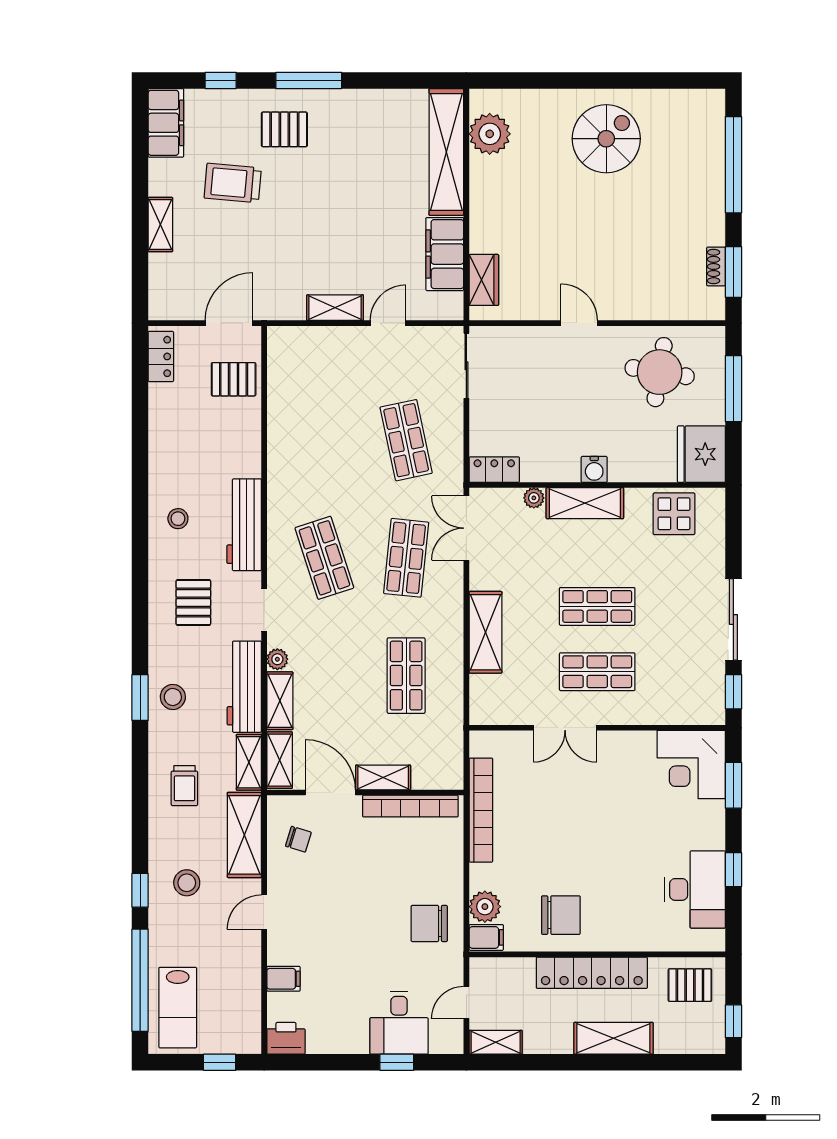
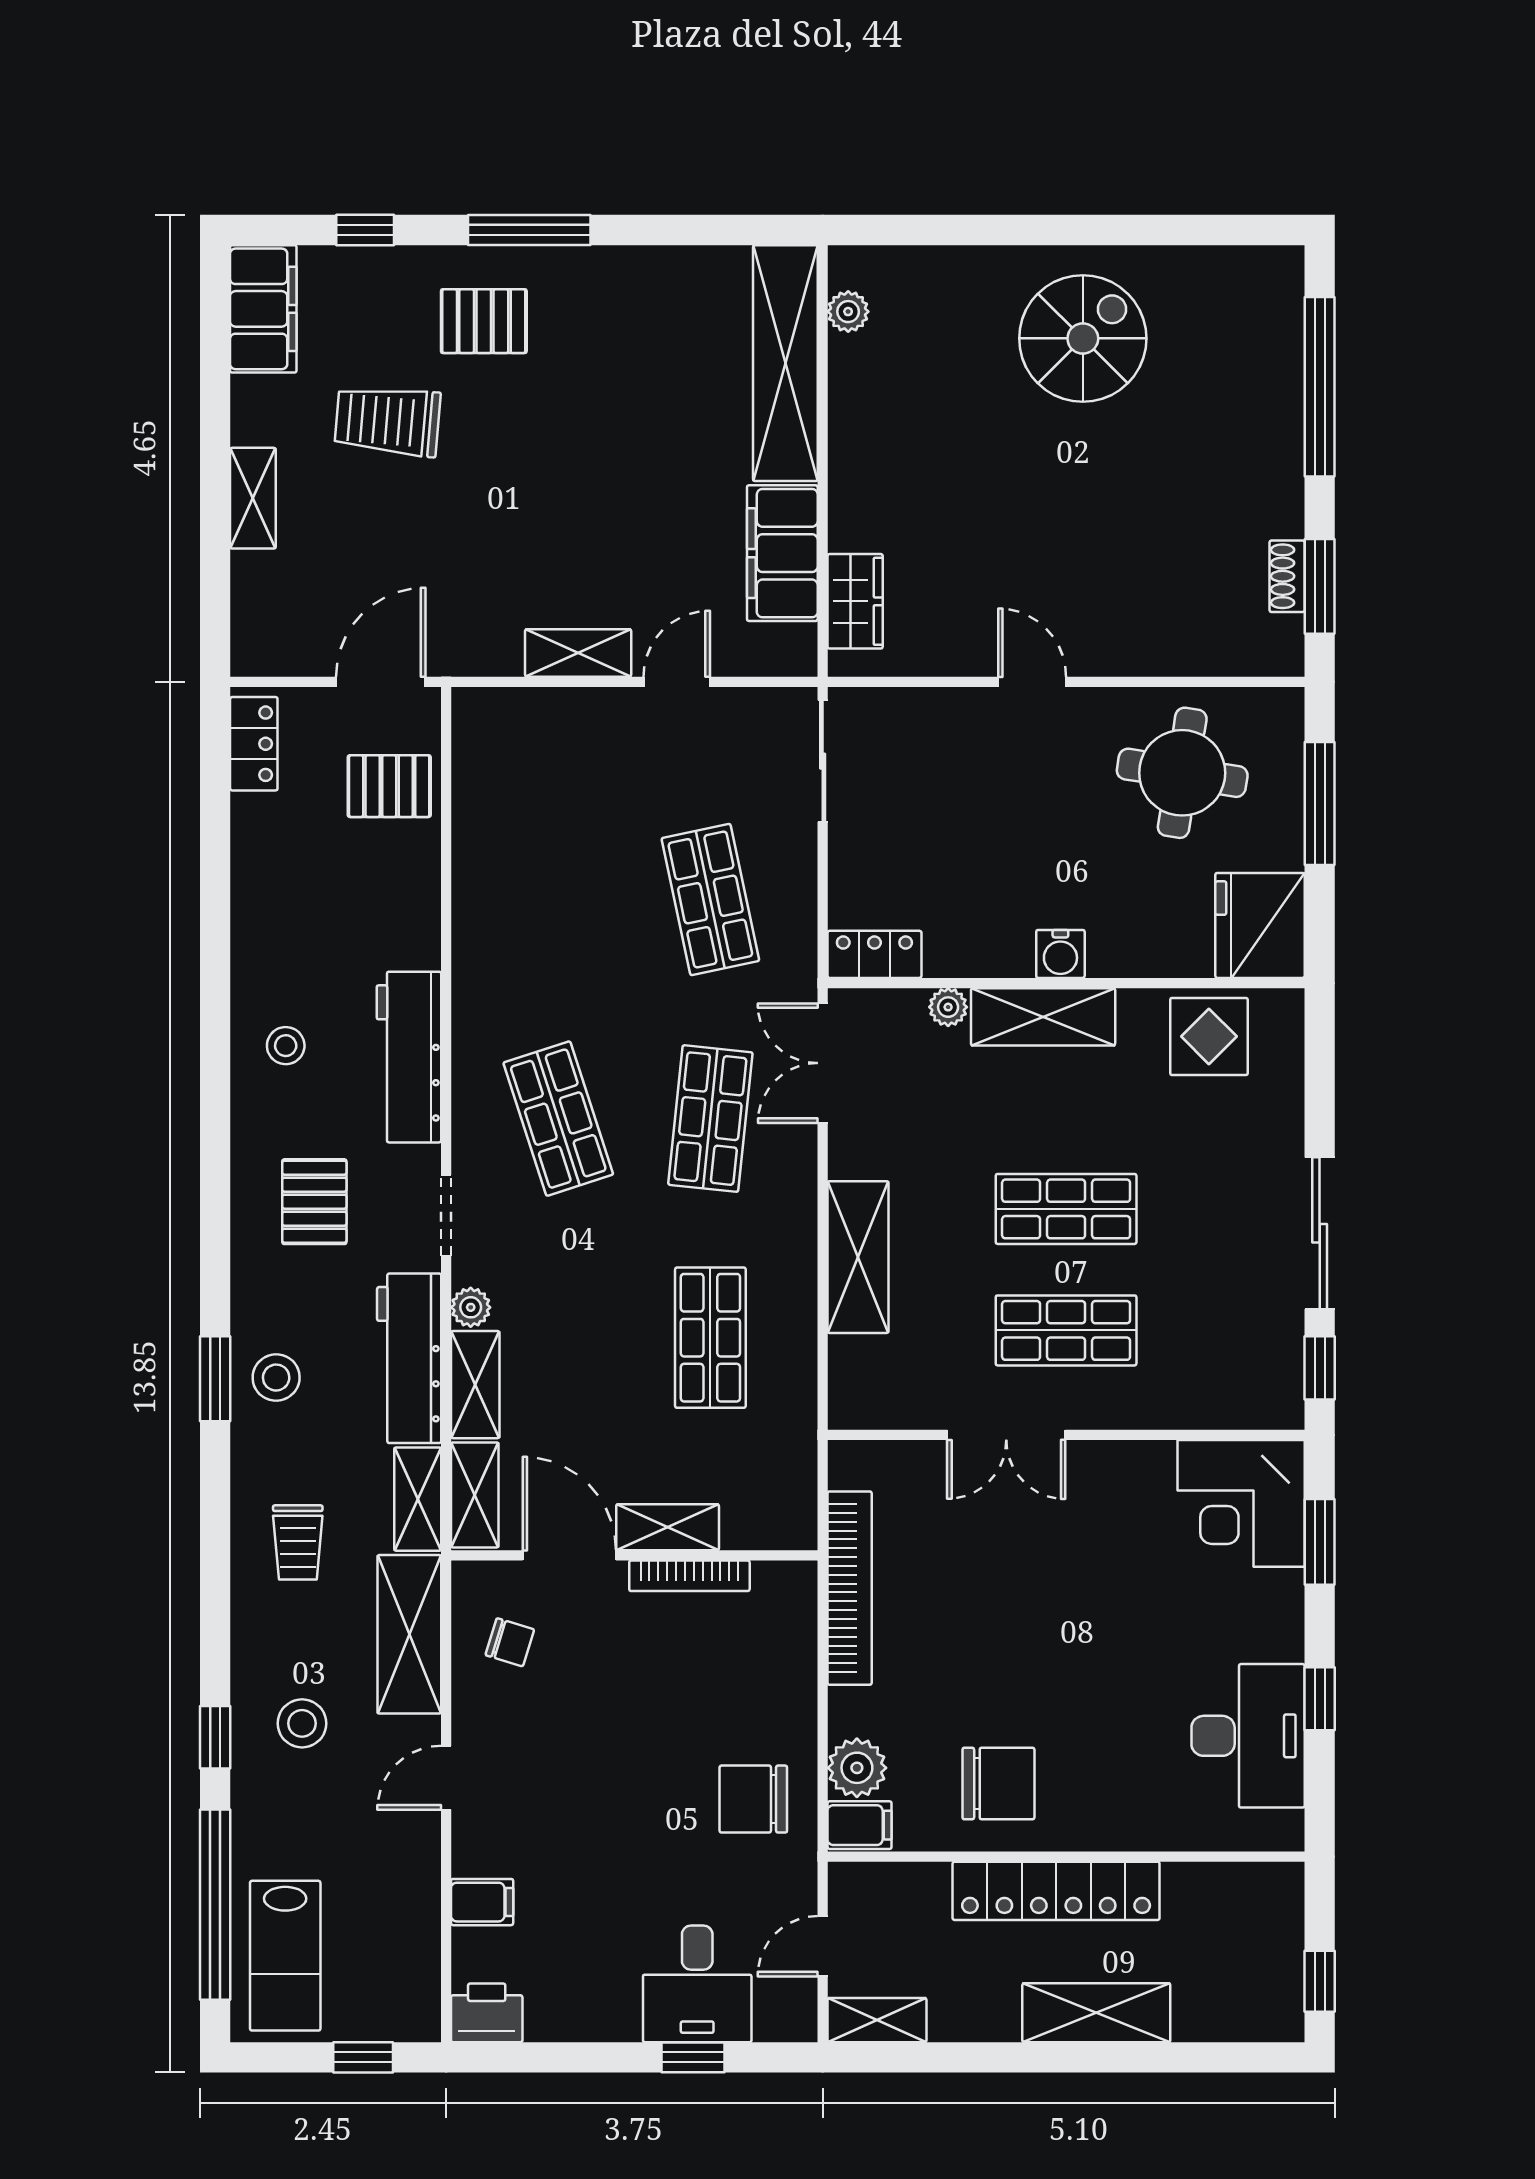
plant: (490, 134) -> (848, 312), width x0.53, depth x0.53
bookcase: (410, 806) -> (689, 1576), width x0.68, depth x0.76
pallet: (690, 985) -> (1239, 1914), removed

